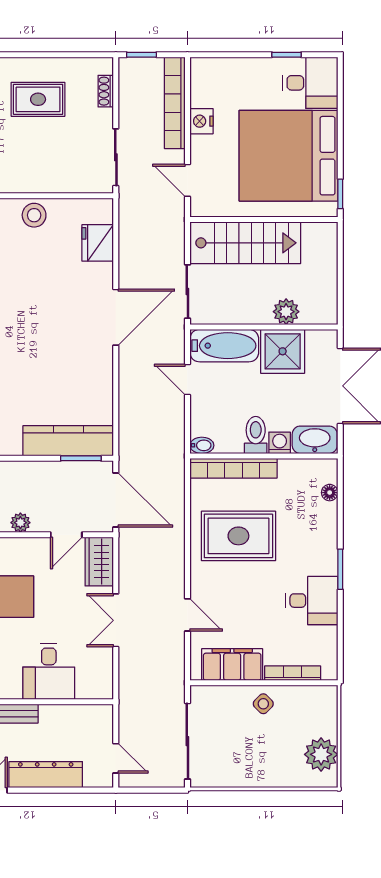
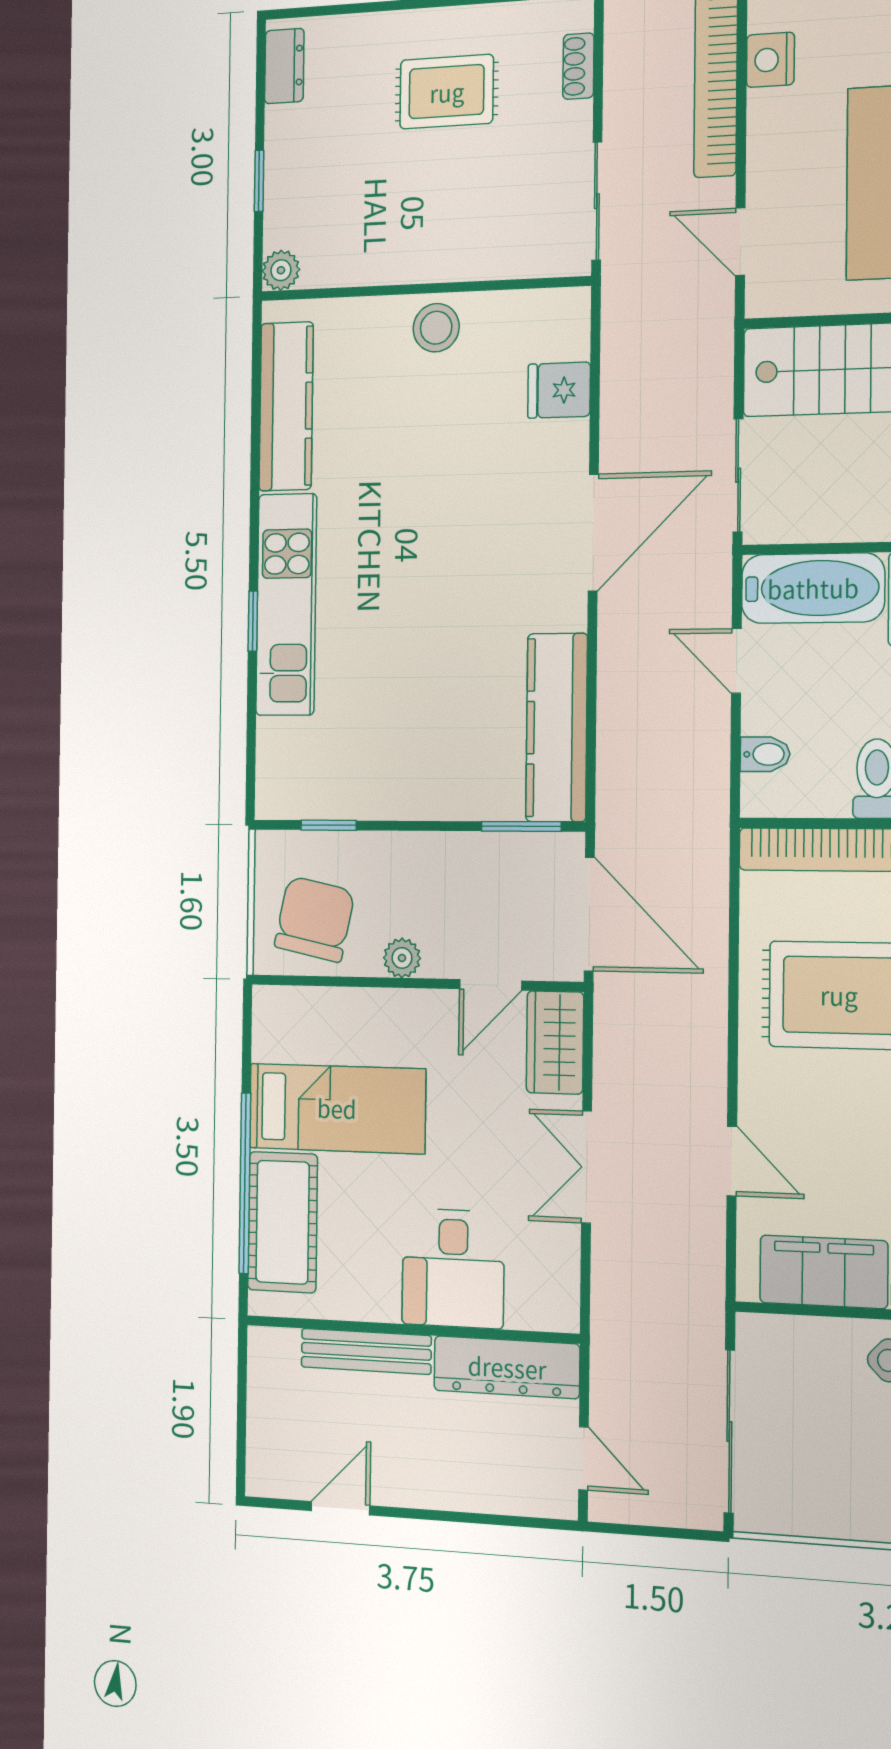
nightstand: (201, 121) -> (770, 60), moved
fridge: (98, 243) -> (559, 390), width x0.72
kitchen counter: (68, 441) -> (557, 727), moved, turned -90
bidet: (202, 445) -> (765, 754), moved
dresser: (46, 775) -> (507, 1367), moved, turned 180

